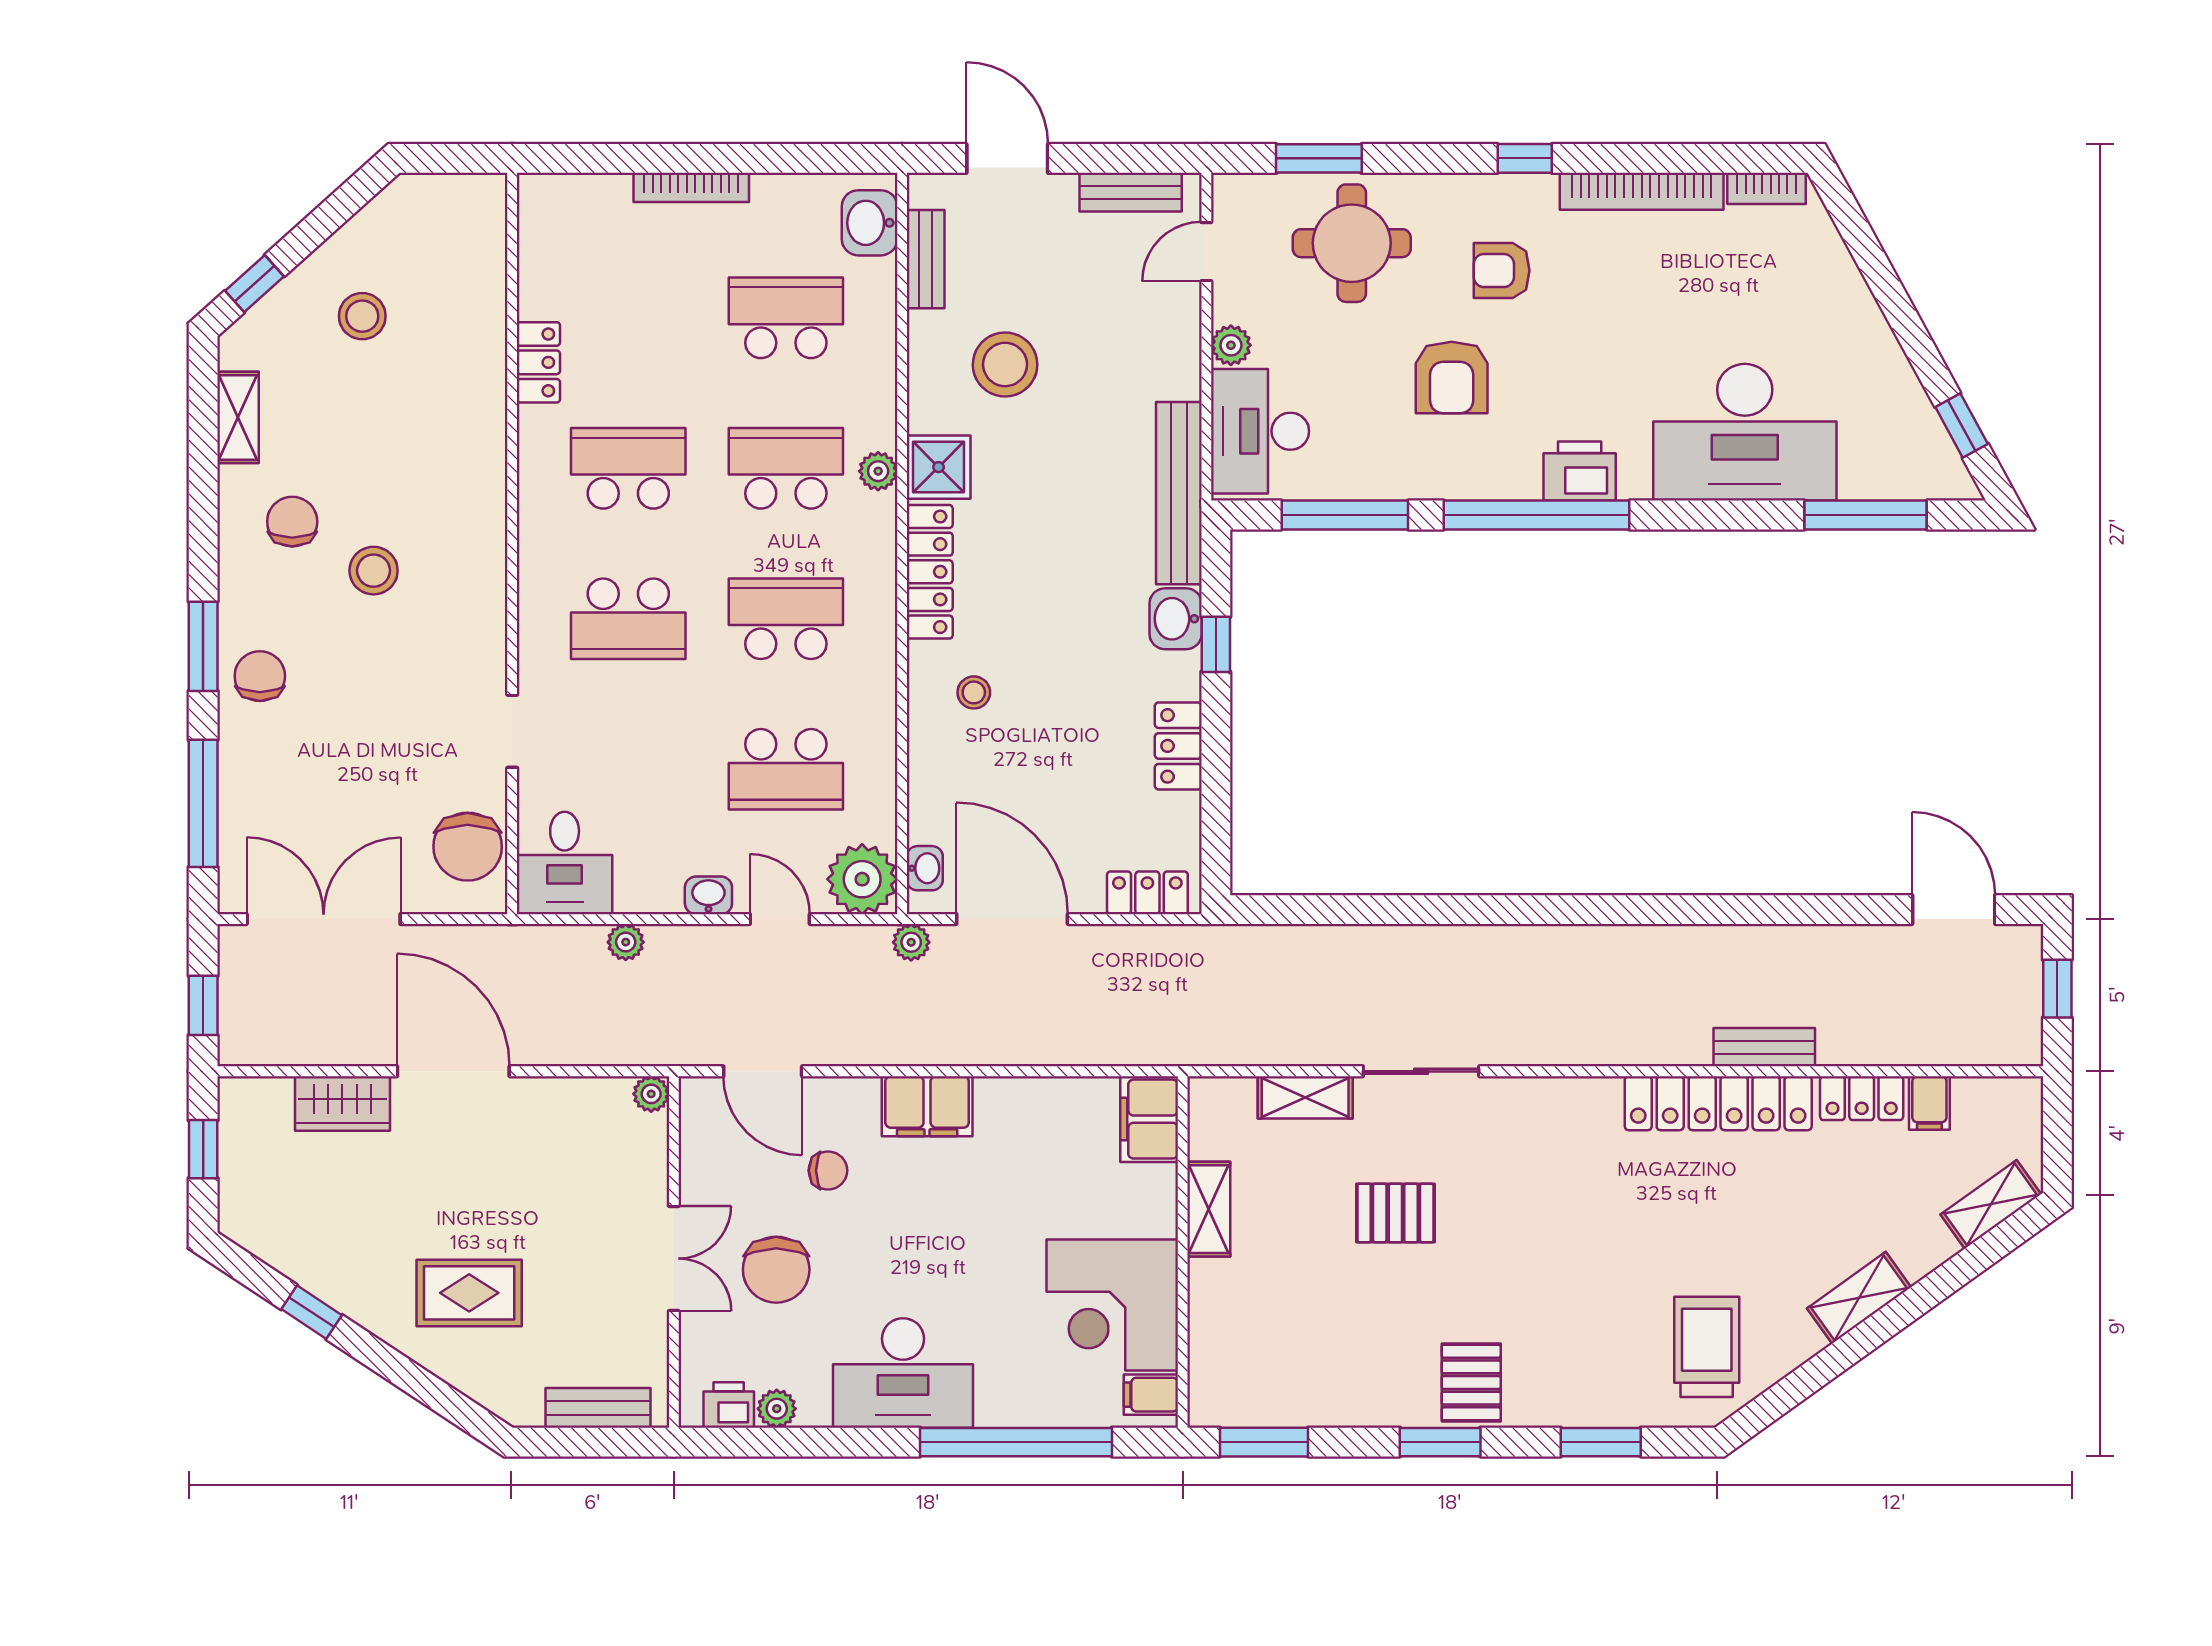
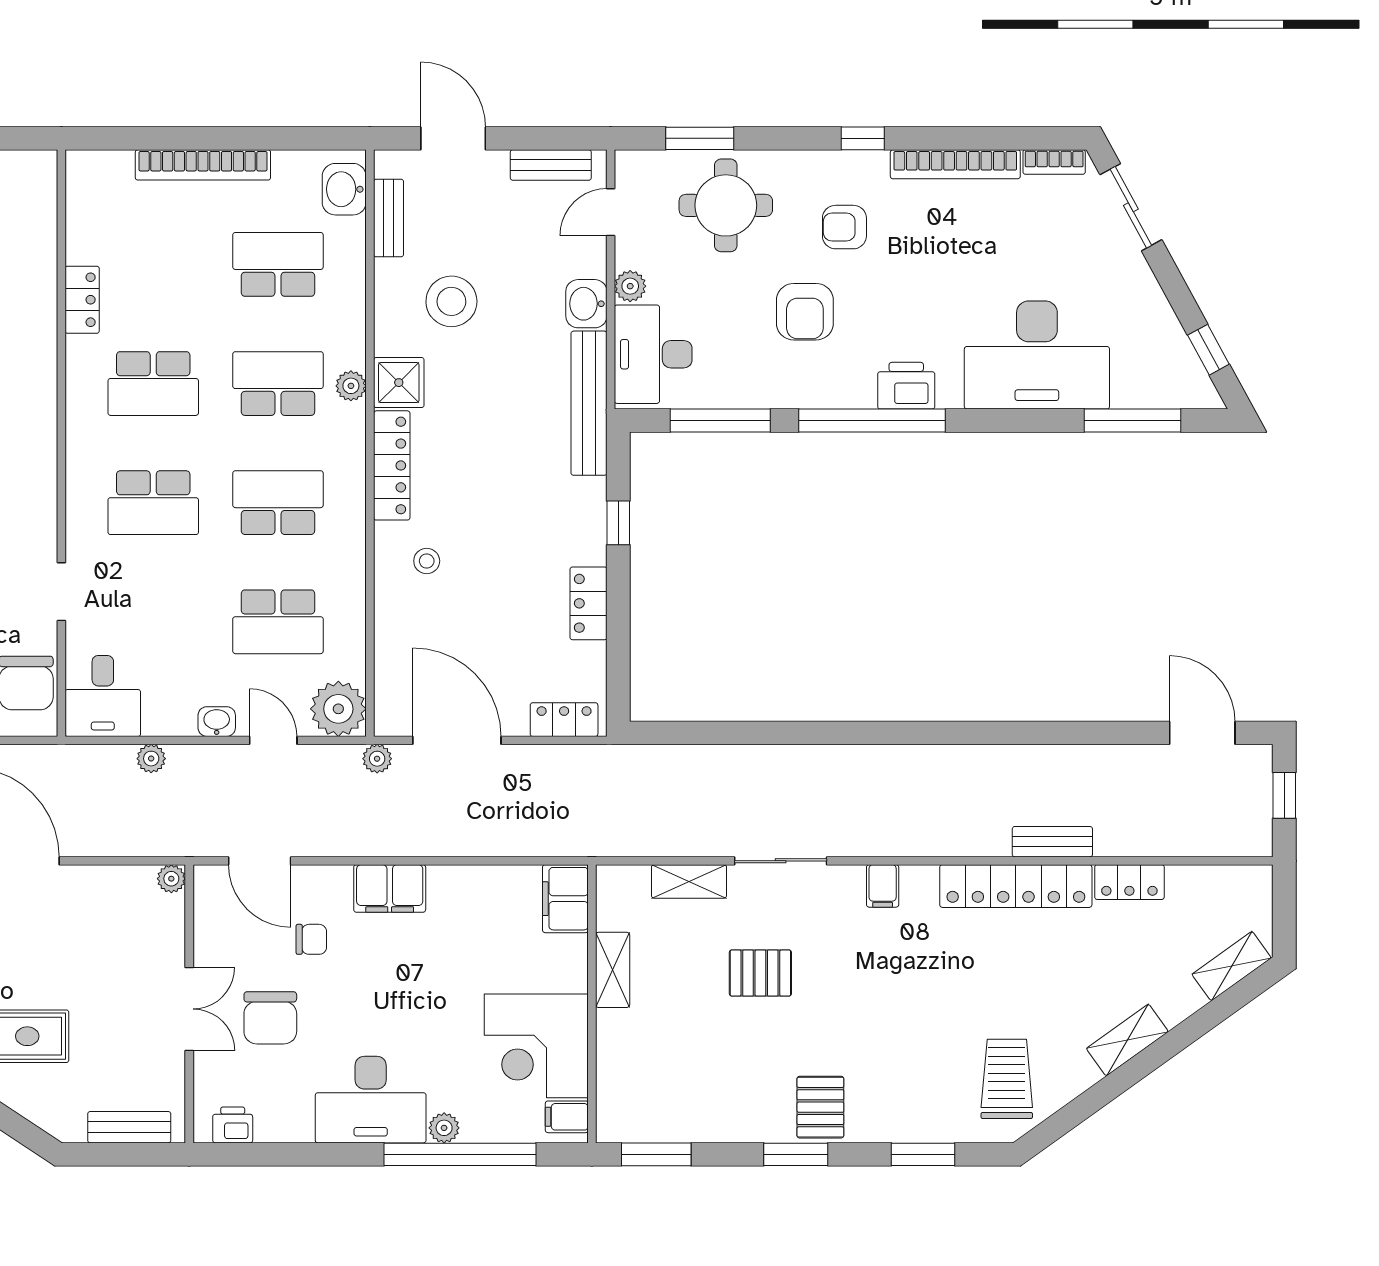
bookcase: (691, 187) -> (203, 165), width x1.48, depth x1.31
sliding door: (1864, 246) -> (1131, 207), added
school desk: (628, 468) -> (153, 384), turned 180
washbasin: (1176, 619) -> (586, 304), moved
washbasin: (925, 868) -> (388, 700), removed
filing cabinet: (1929, 1103) -> (883, 886), moved
plant: (777, 1409) -> (444, 1128), moved

